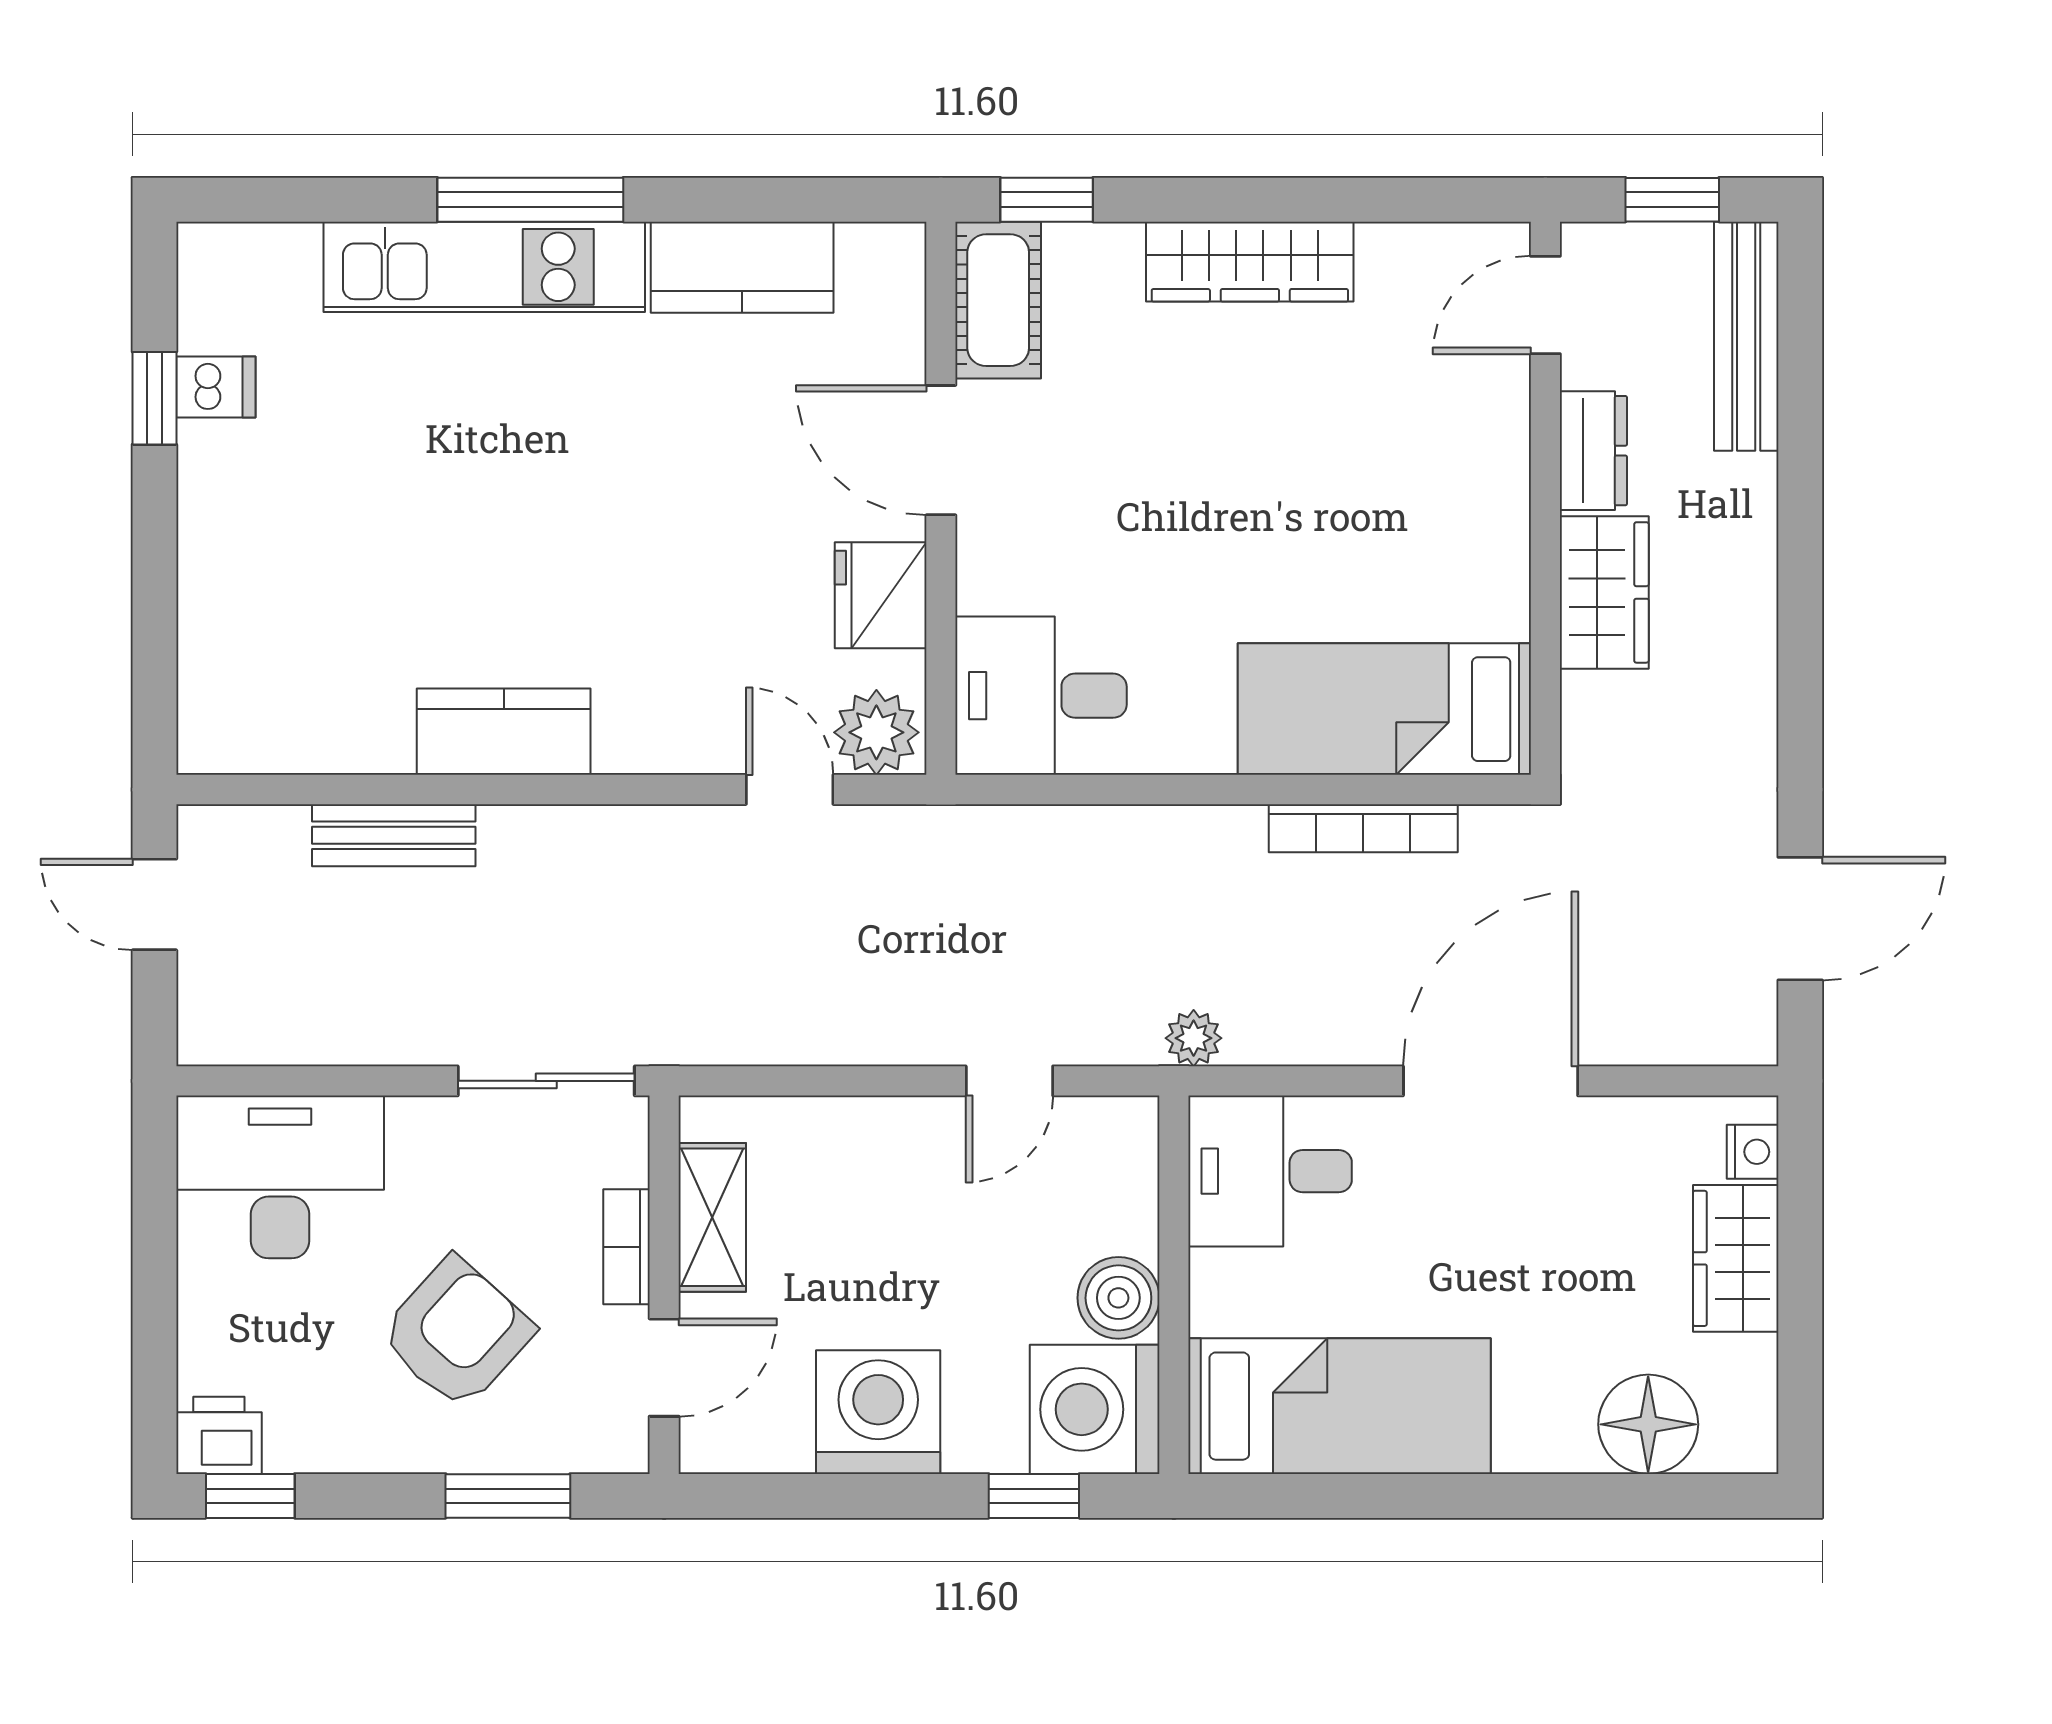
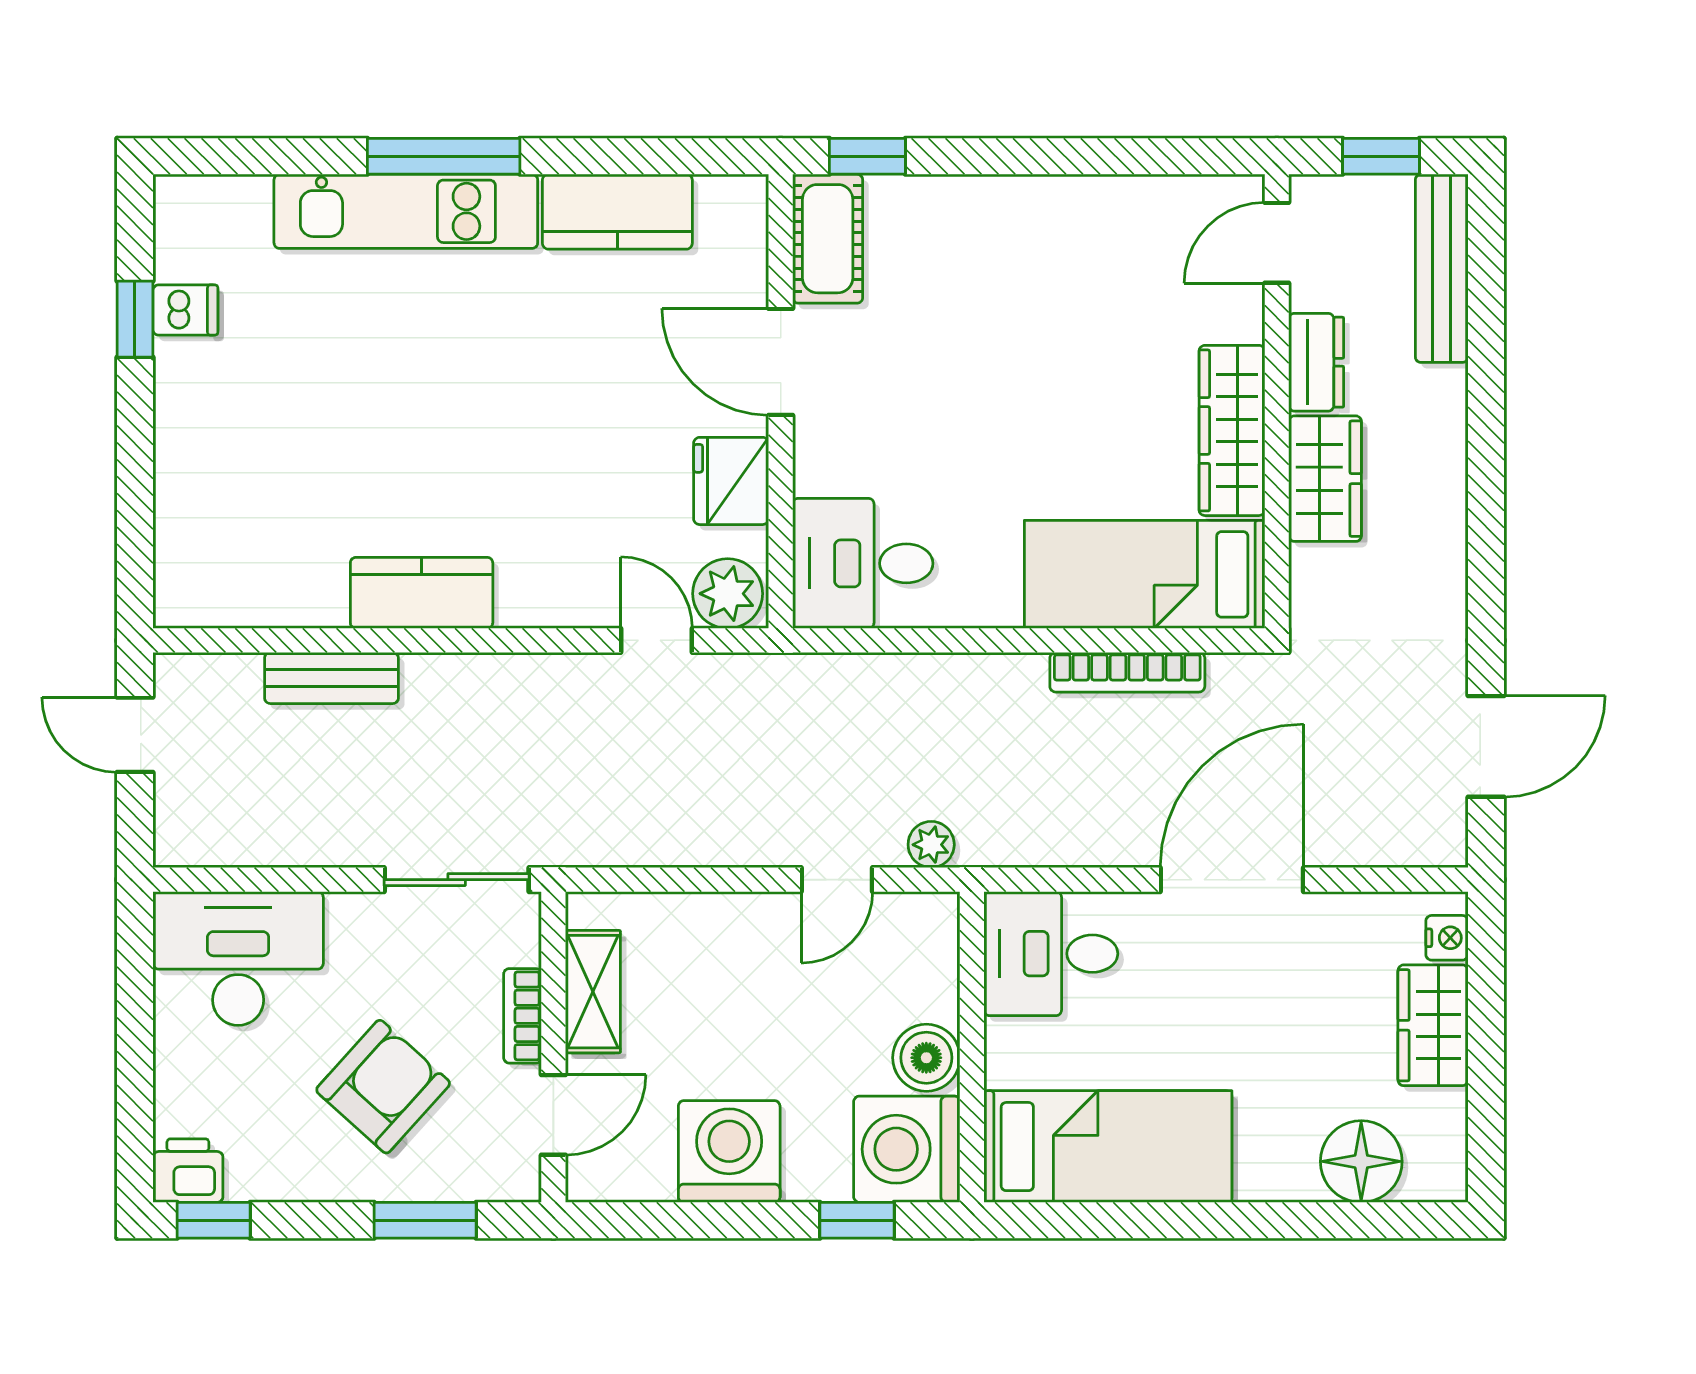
wardrobe: (1250, 262) -> (1232, 430), moved, turned 90
plant: (1194, 1038) -> (931, 845), moved

